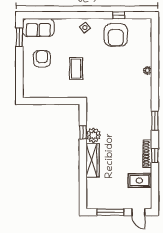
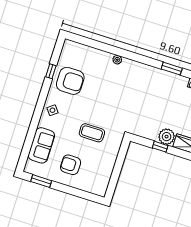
sofa: (38, 28) -> (41, 145), moved

